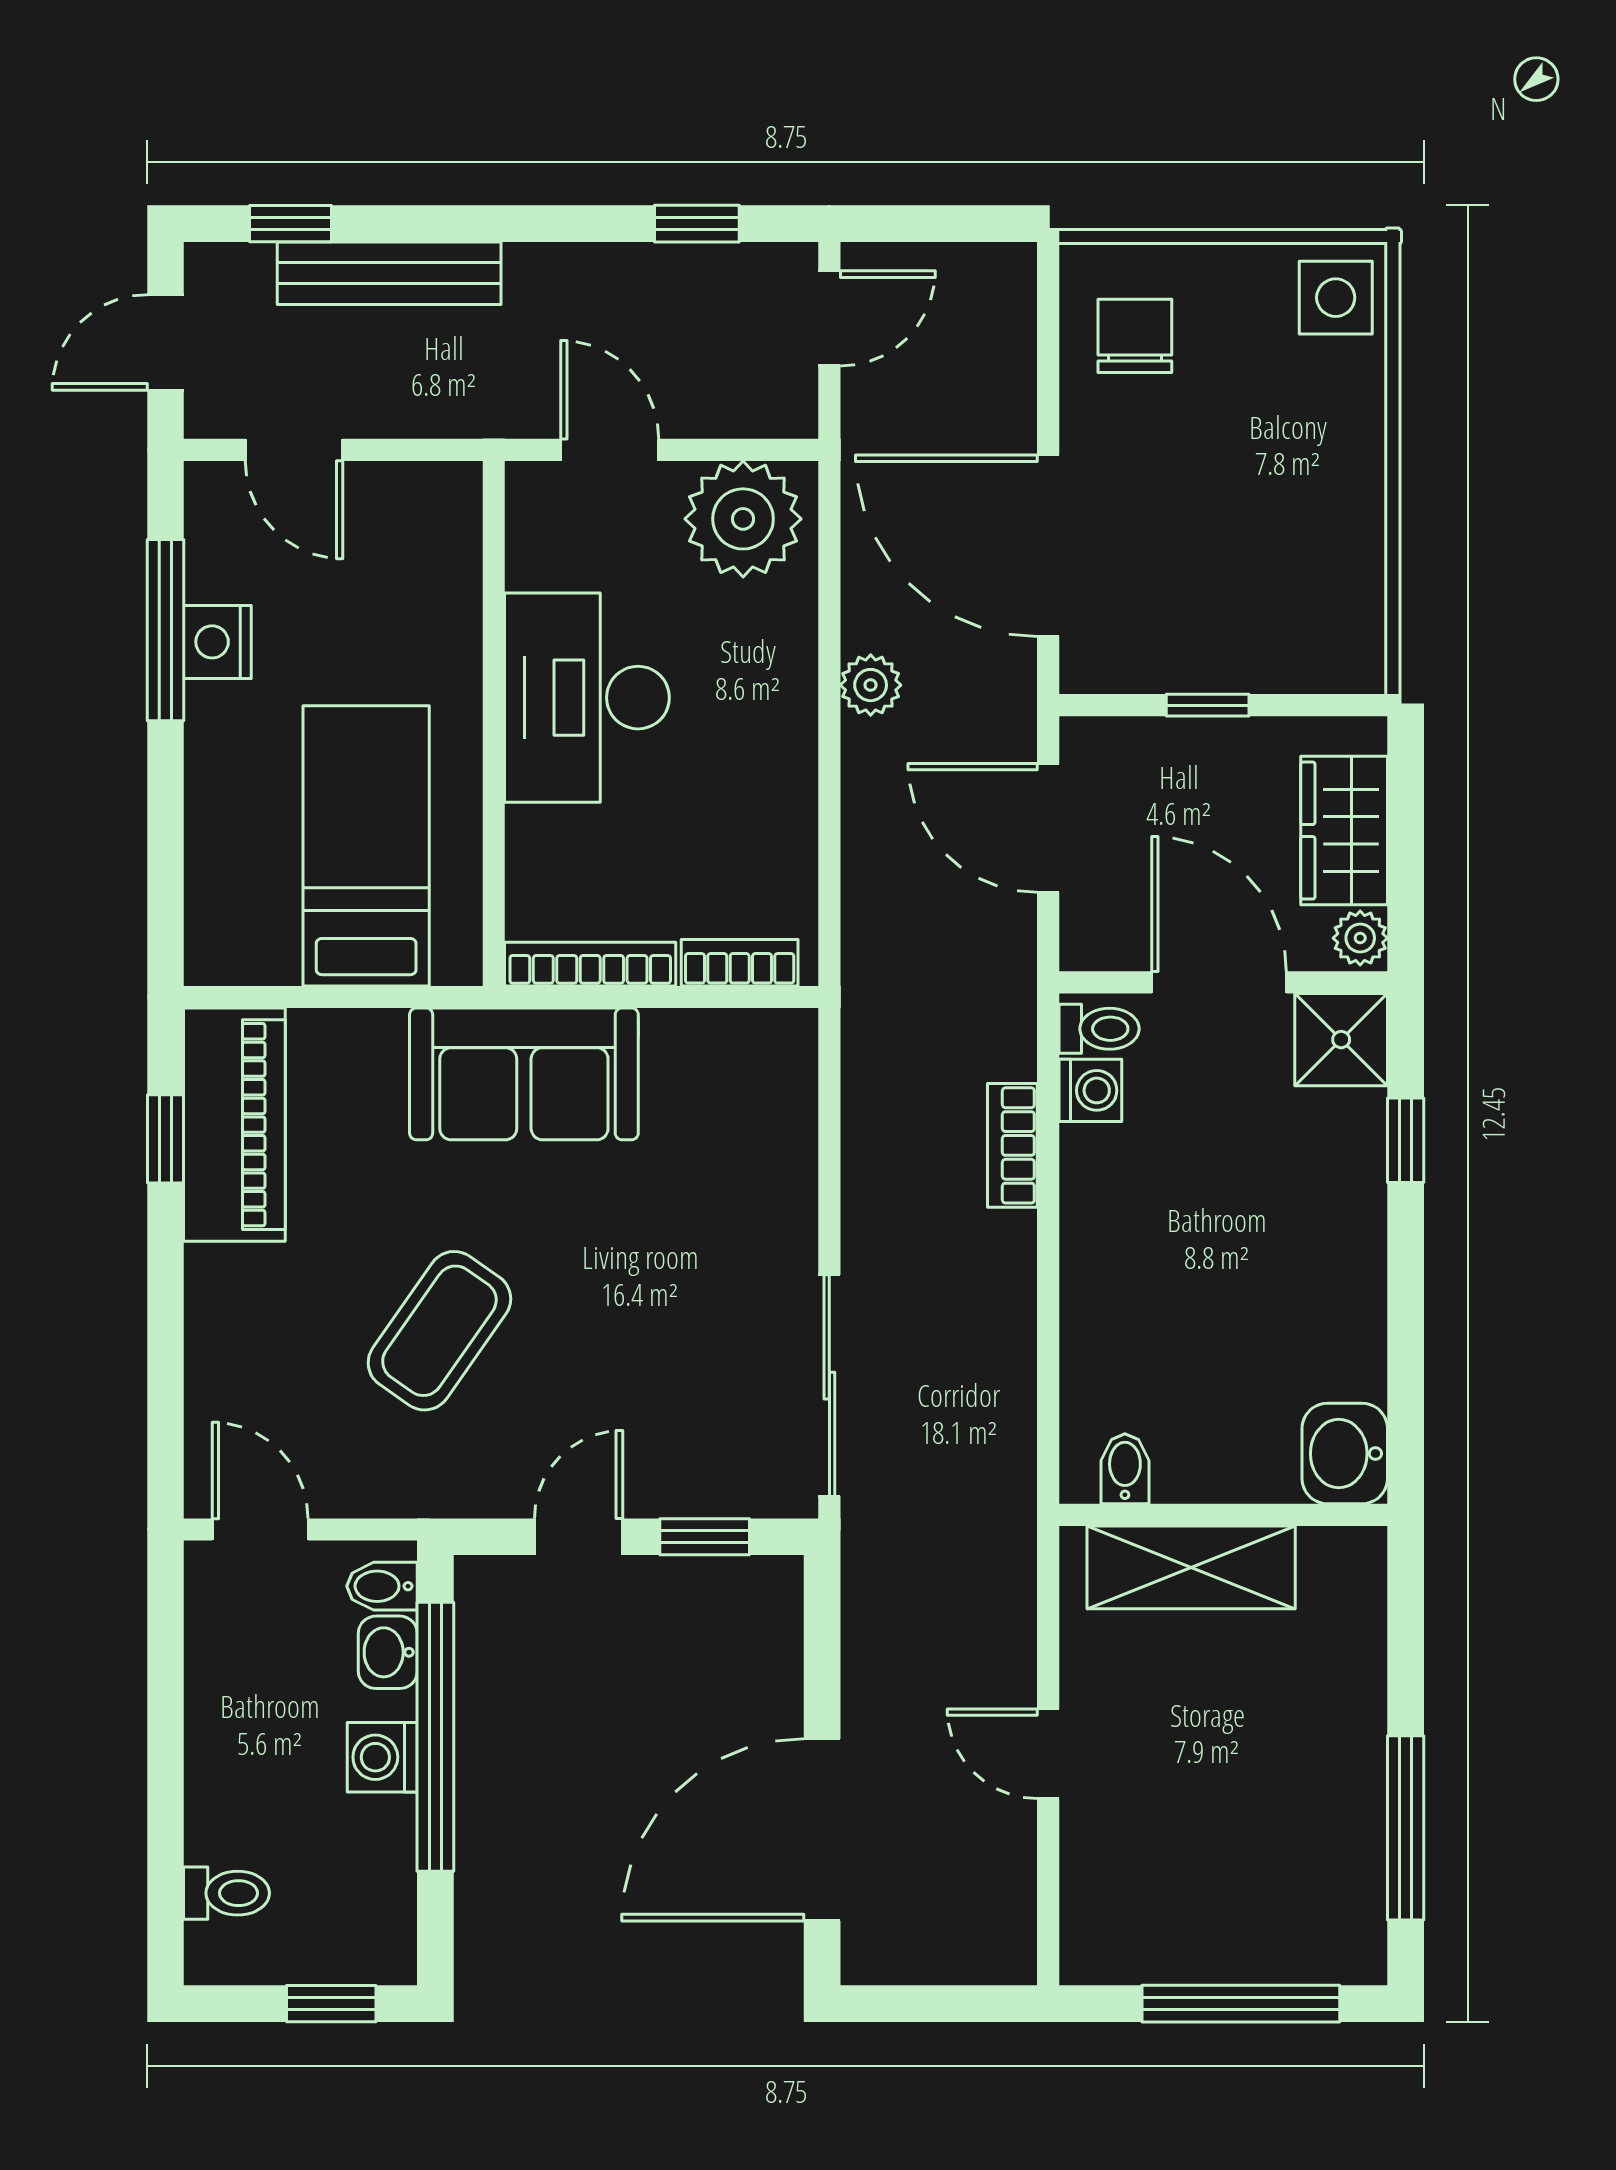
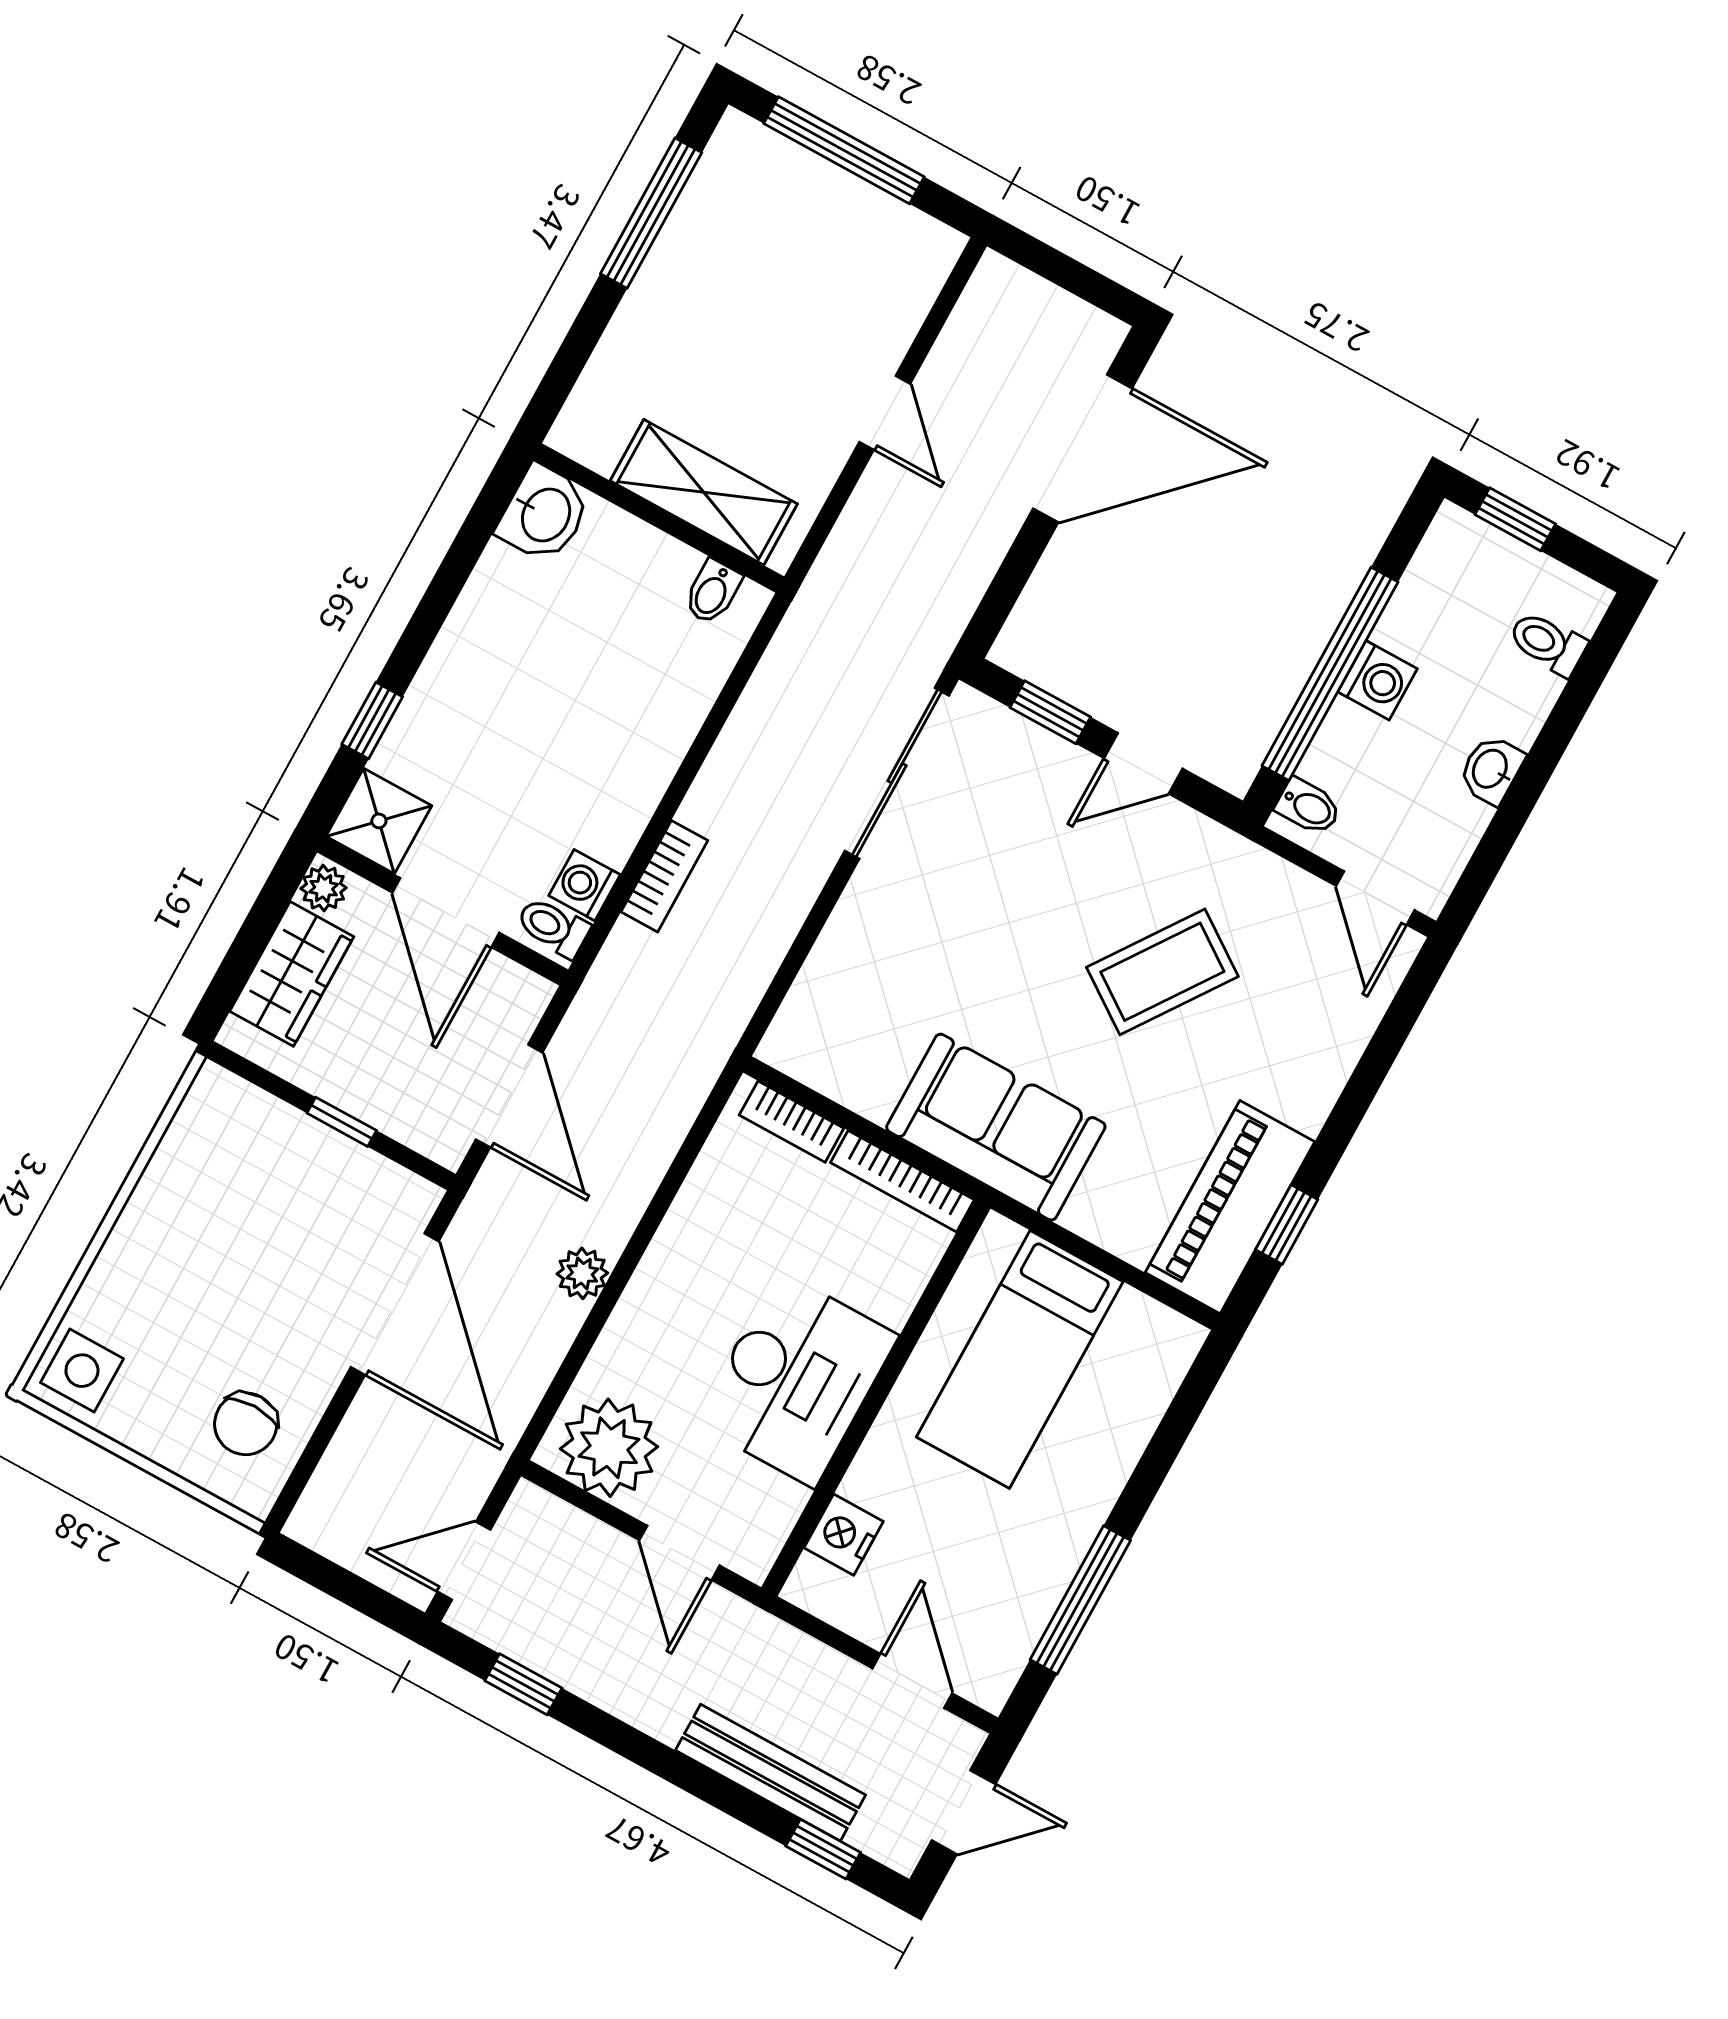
nightstand: (217, 642) -> (844, 1535), moved, turned 180
washbasin: (388, 1652) -> (1491, 769), moved, turned 180

